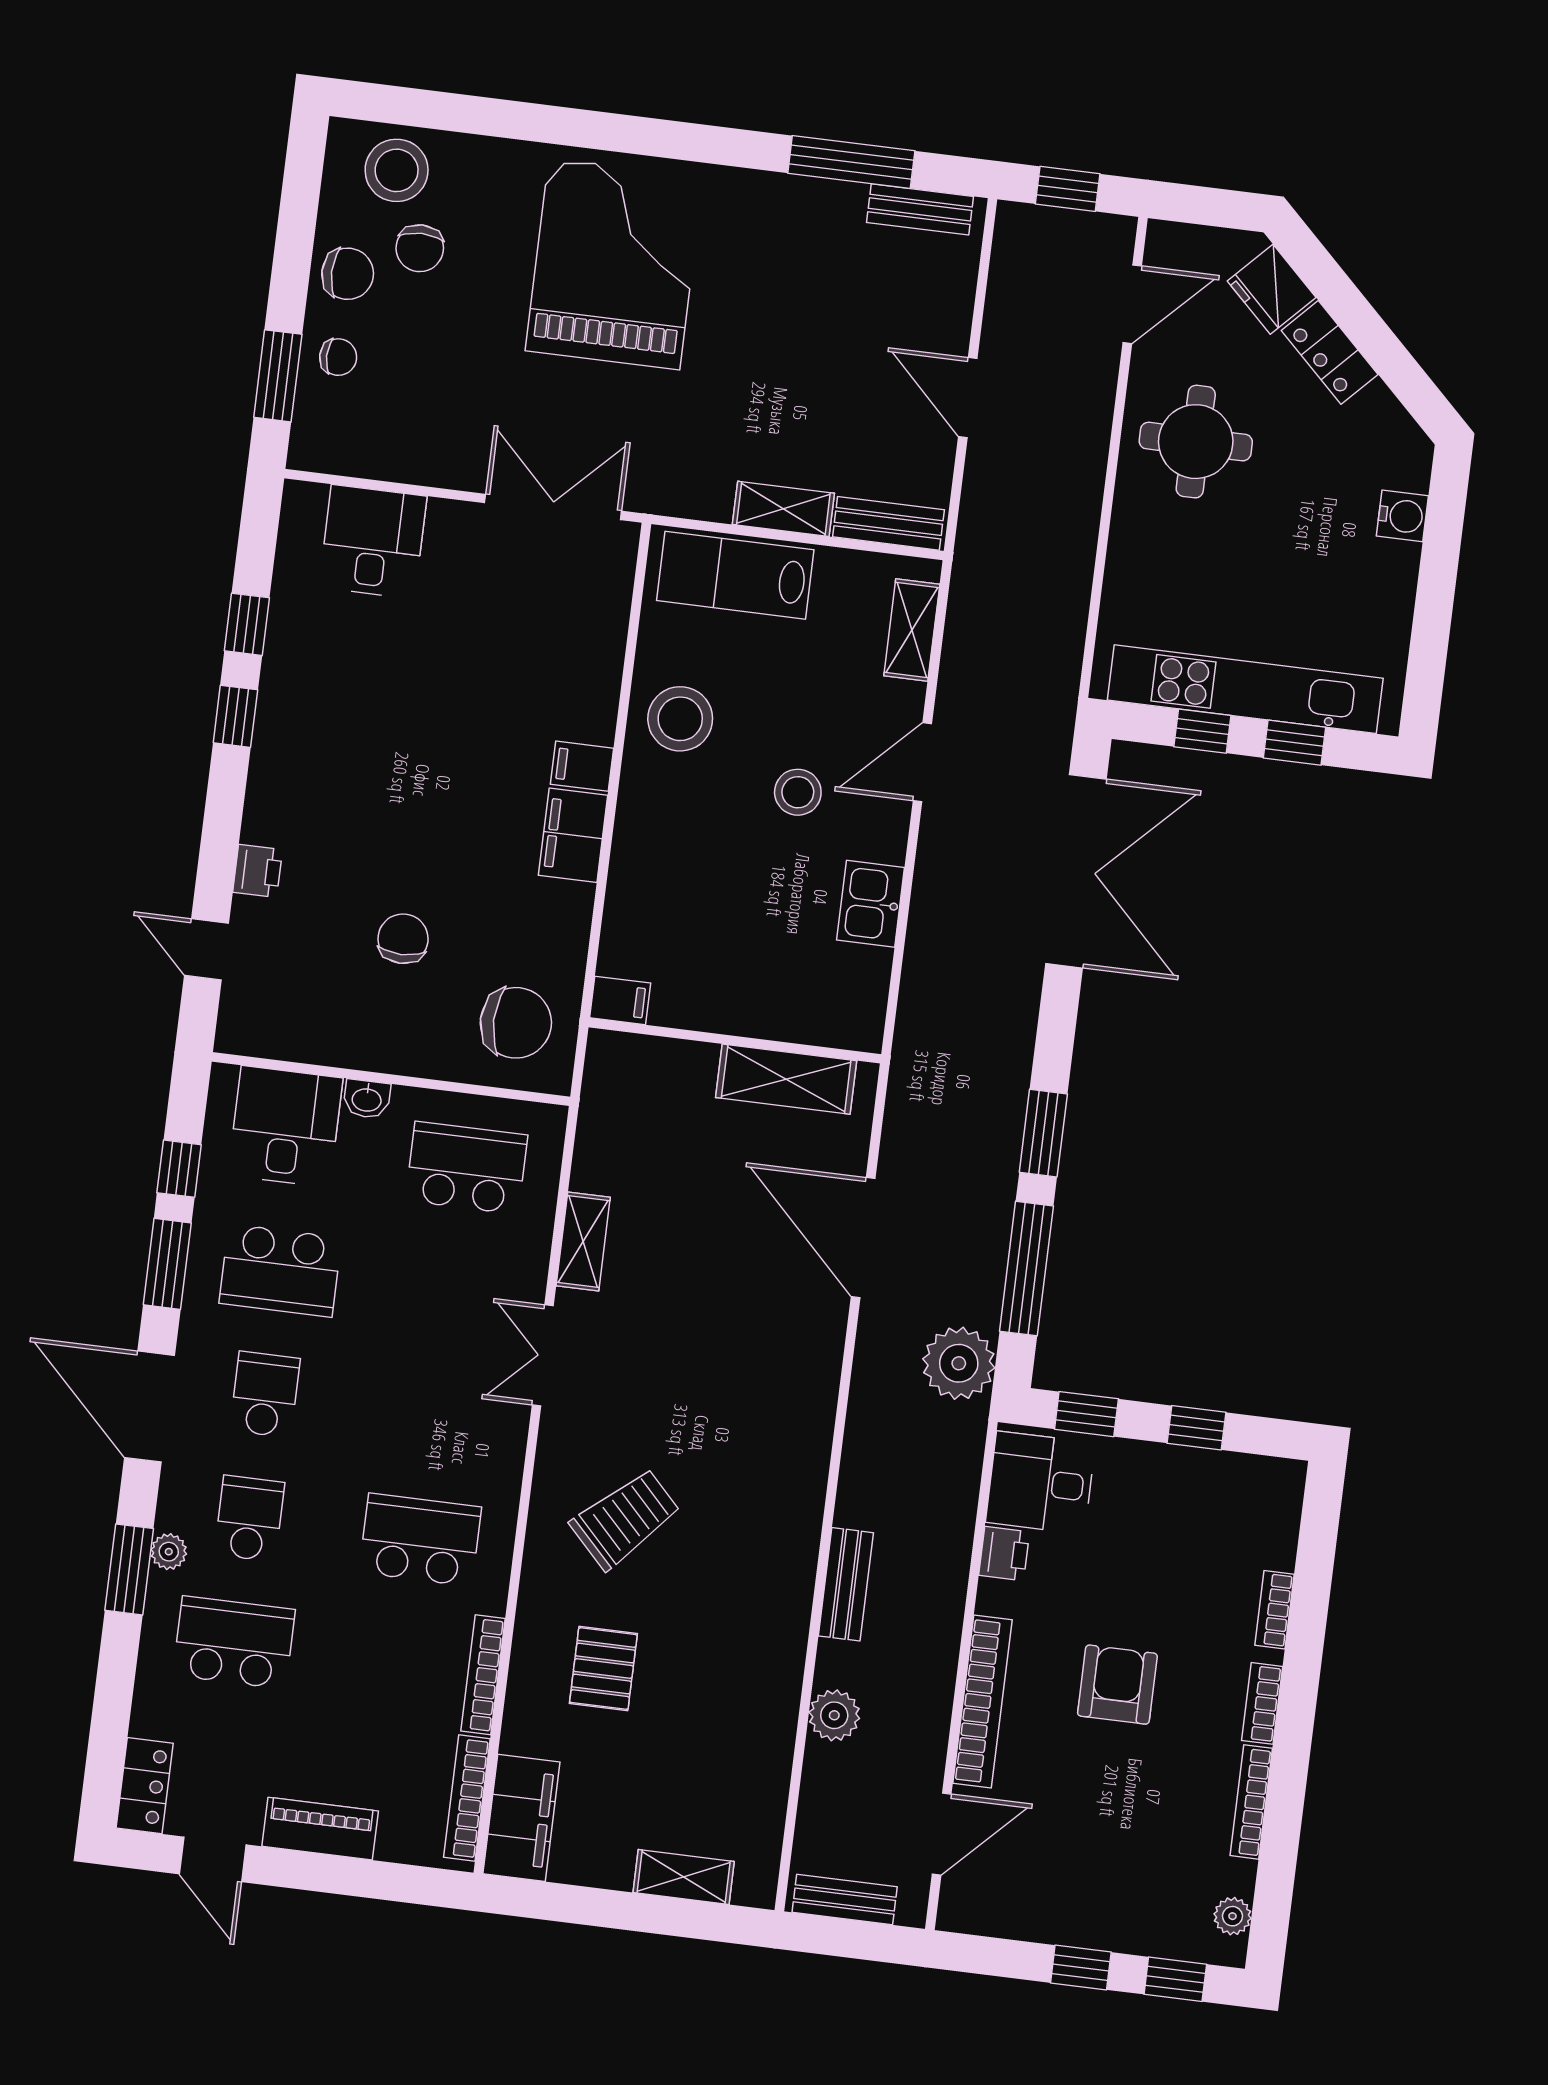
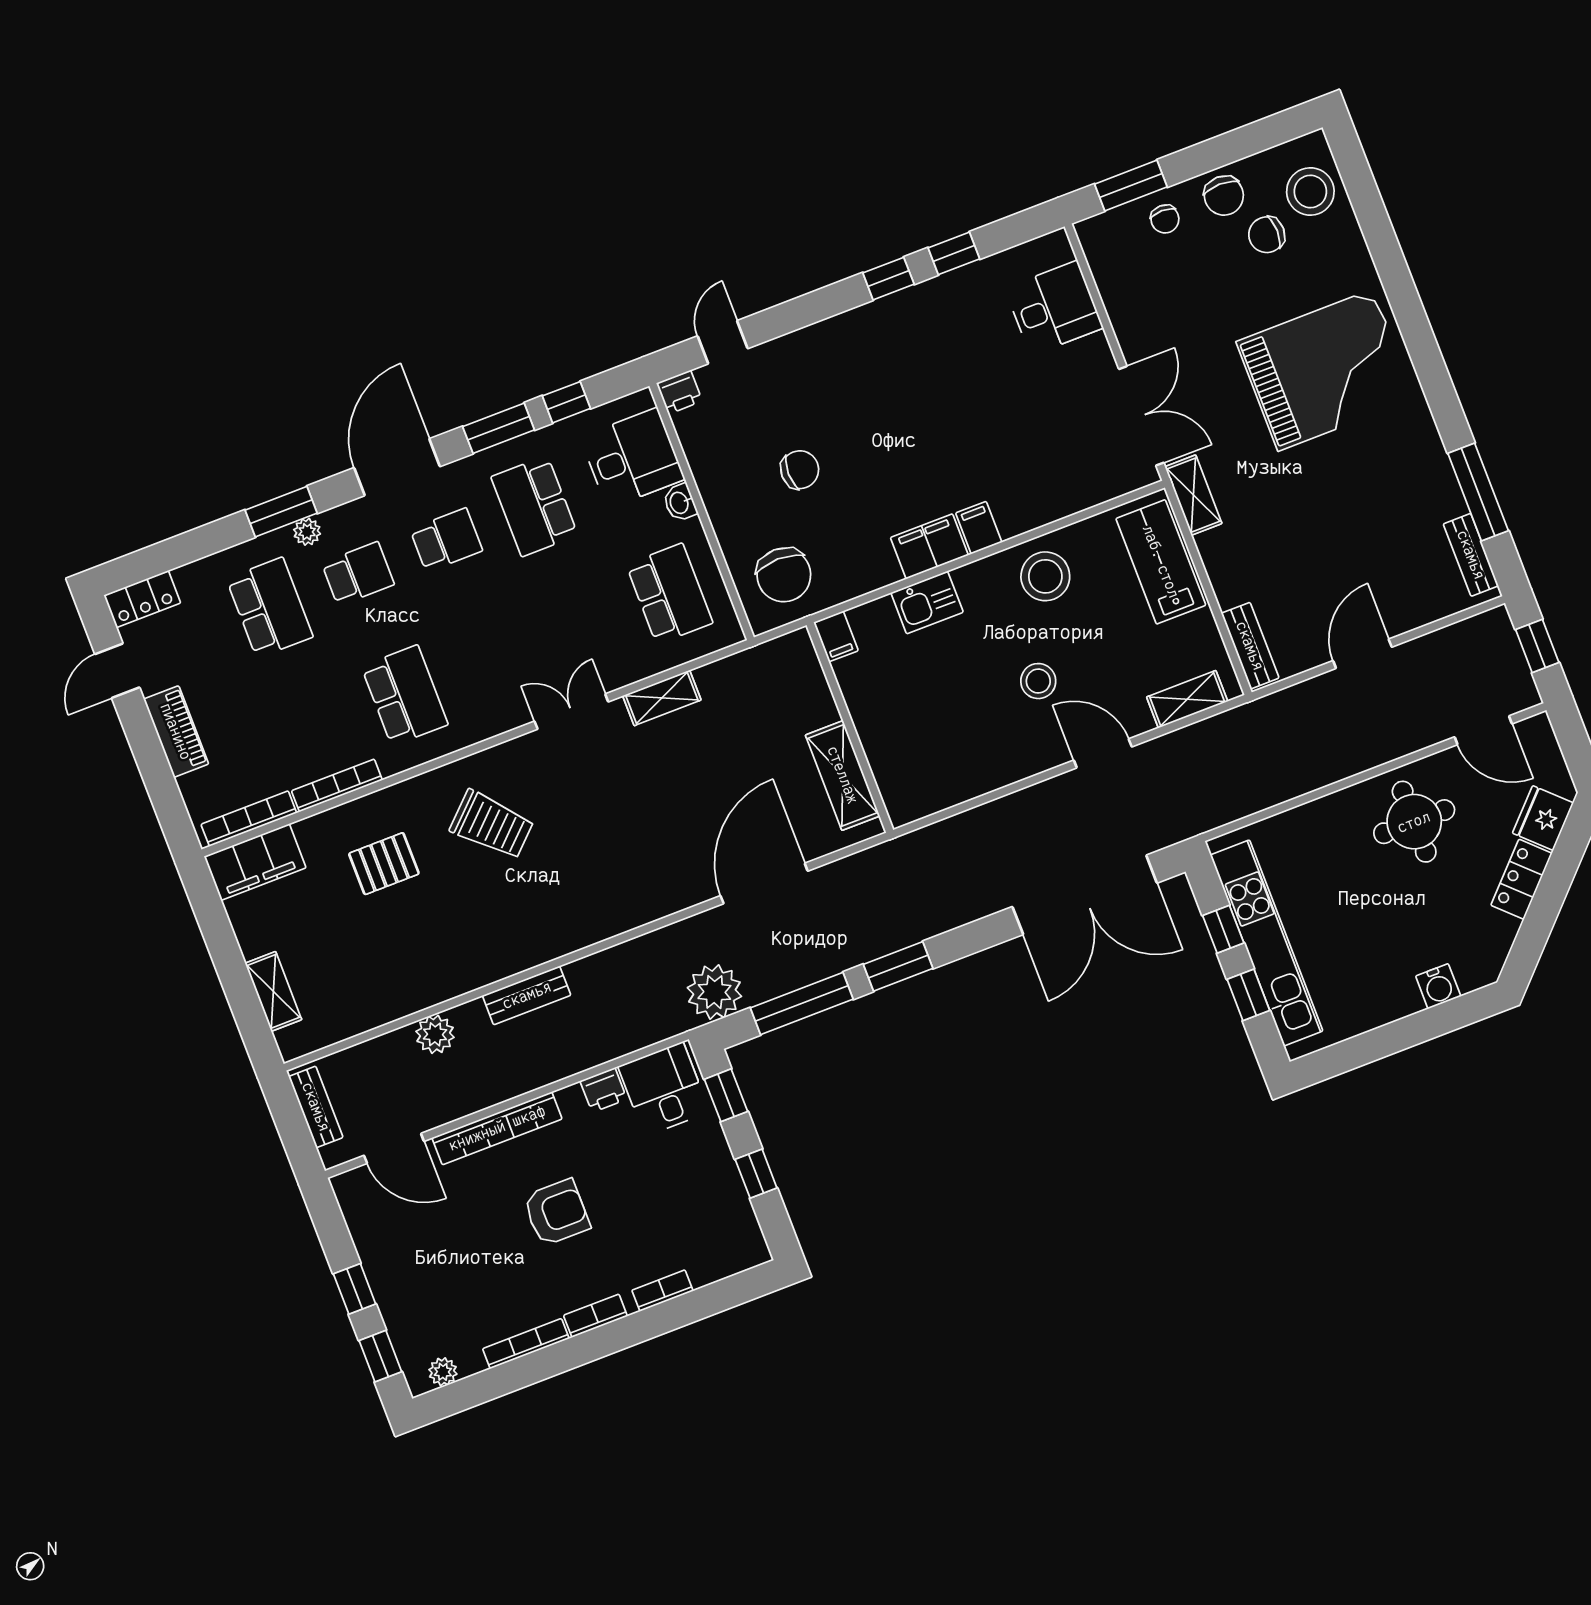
shelving: (783, 509) -> (1193, 495), moved
printer: (258, 871) -> (679, 392), moved
kitchen sink: (871, 904) -> (927, 602), moved, turned 180

